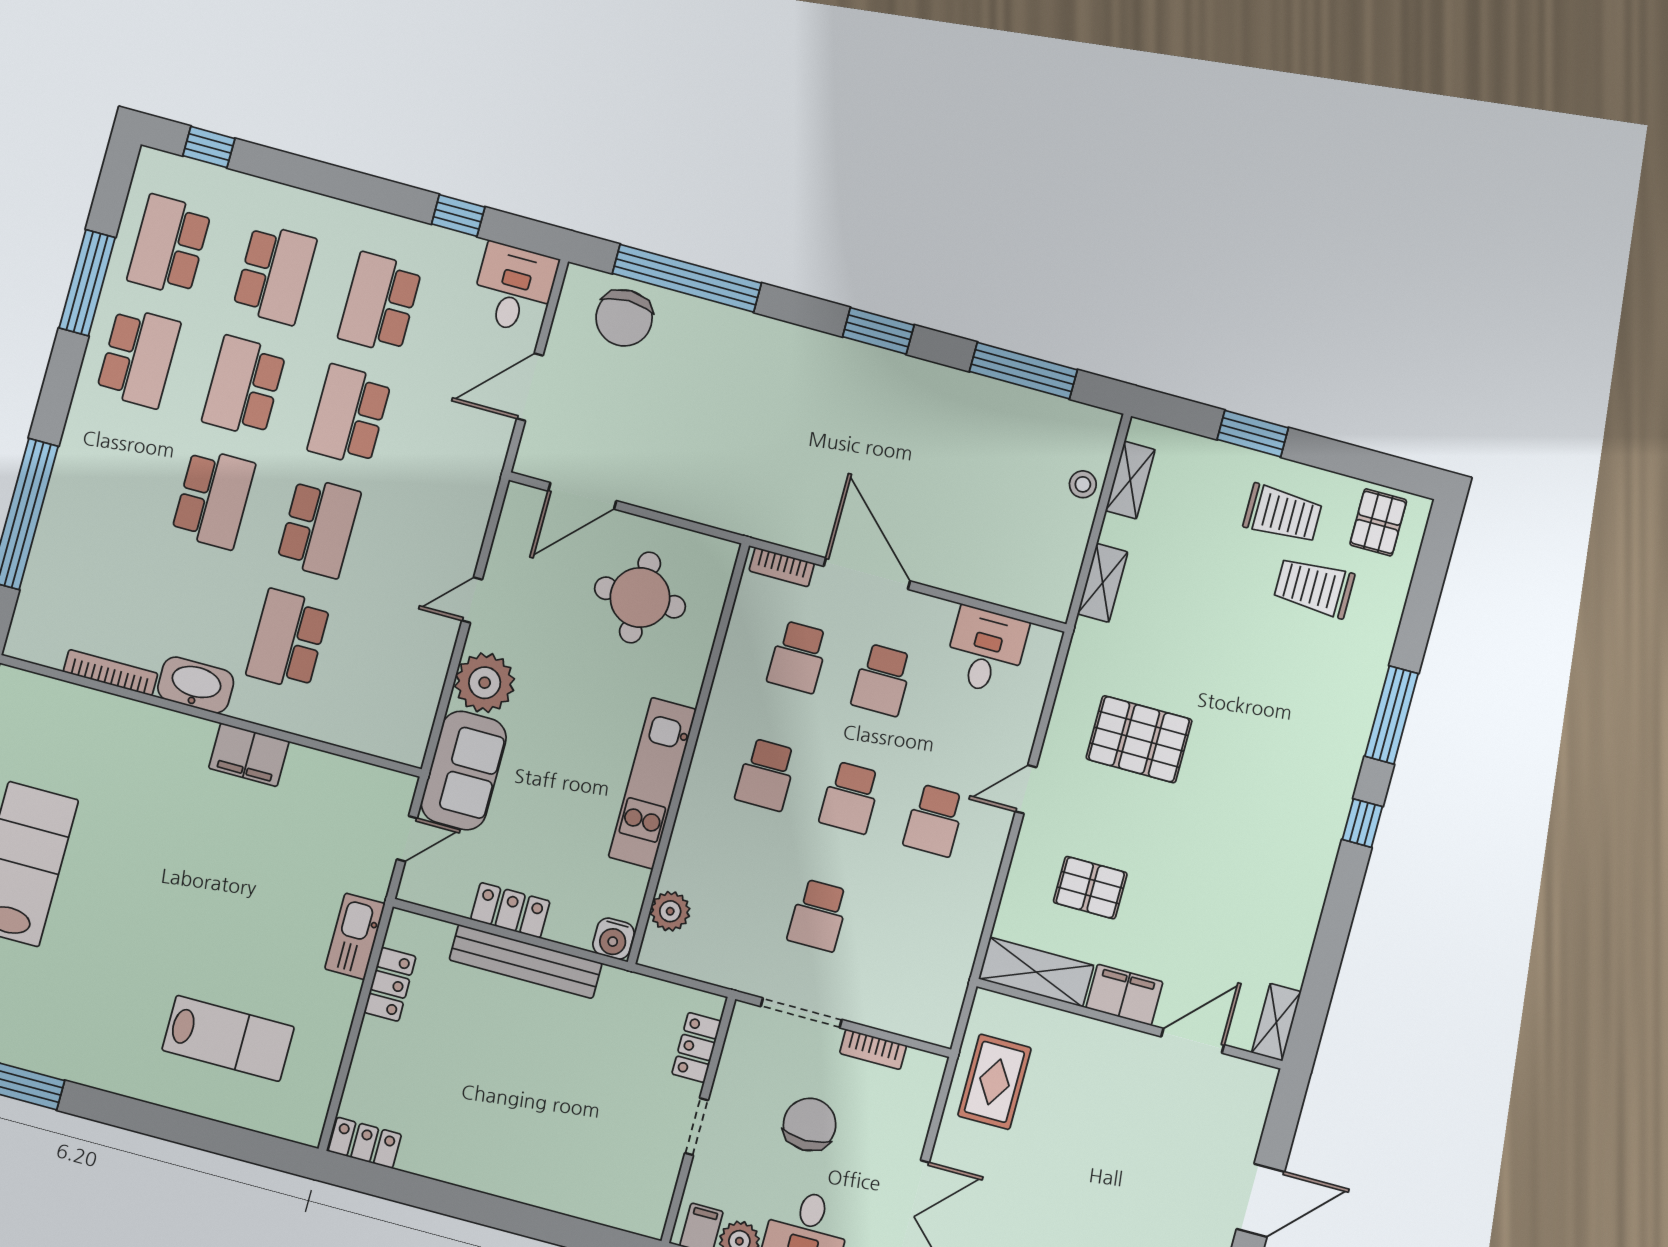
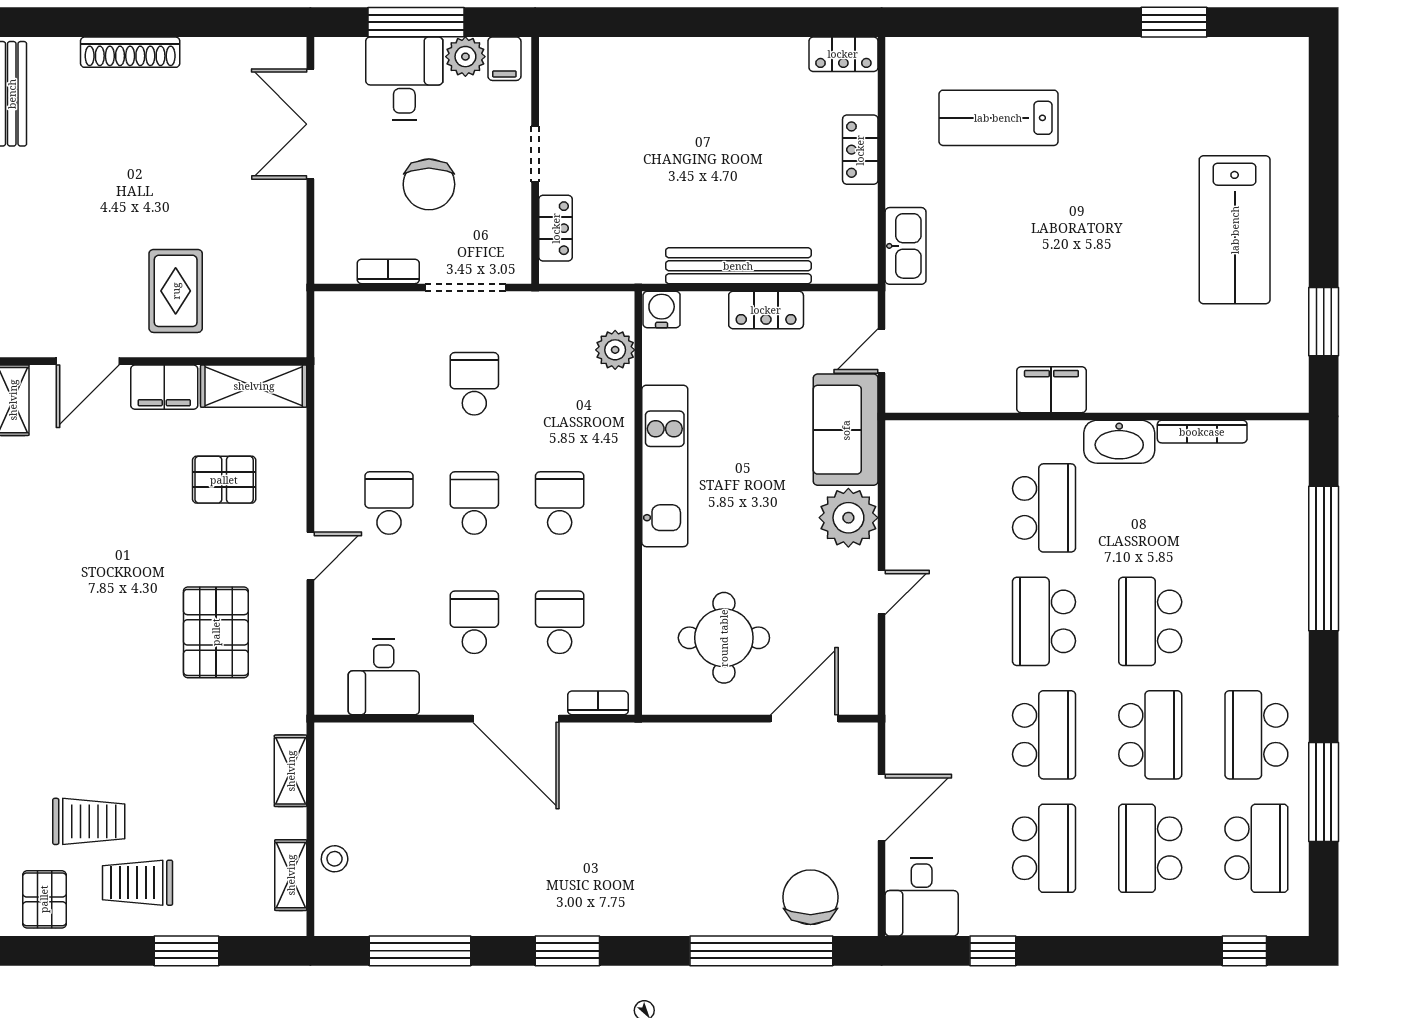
pallet: (1139, 739) -> (216, 632), turned 90
locker: (390, 984) -> (860, 150), moved
rug: (994, 1082) -> (176, 291), moved

